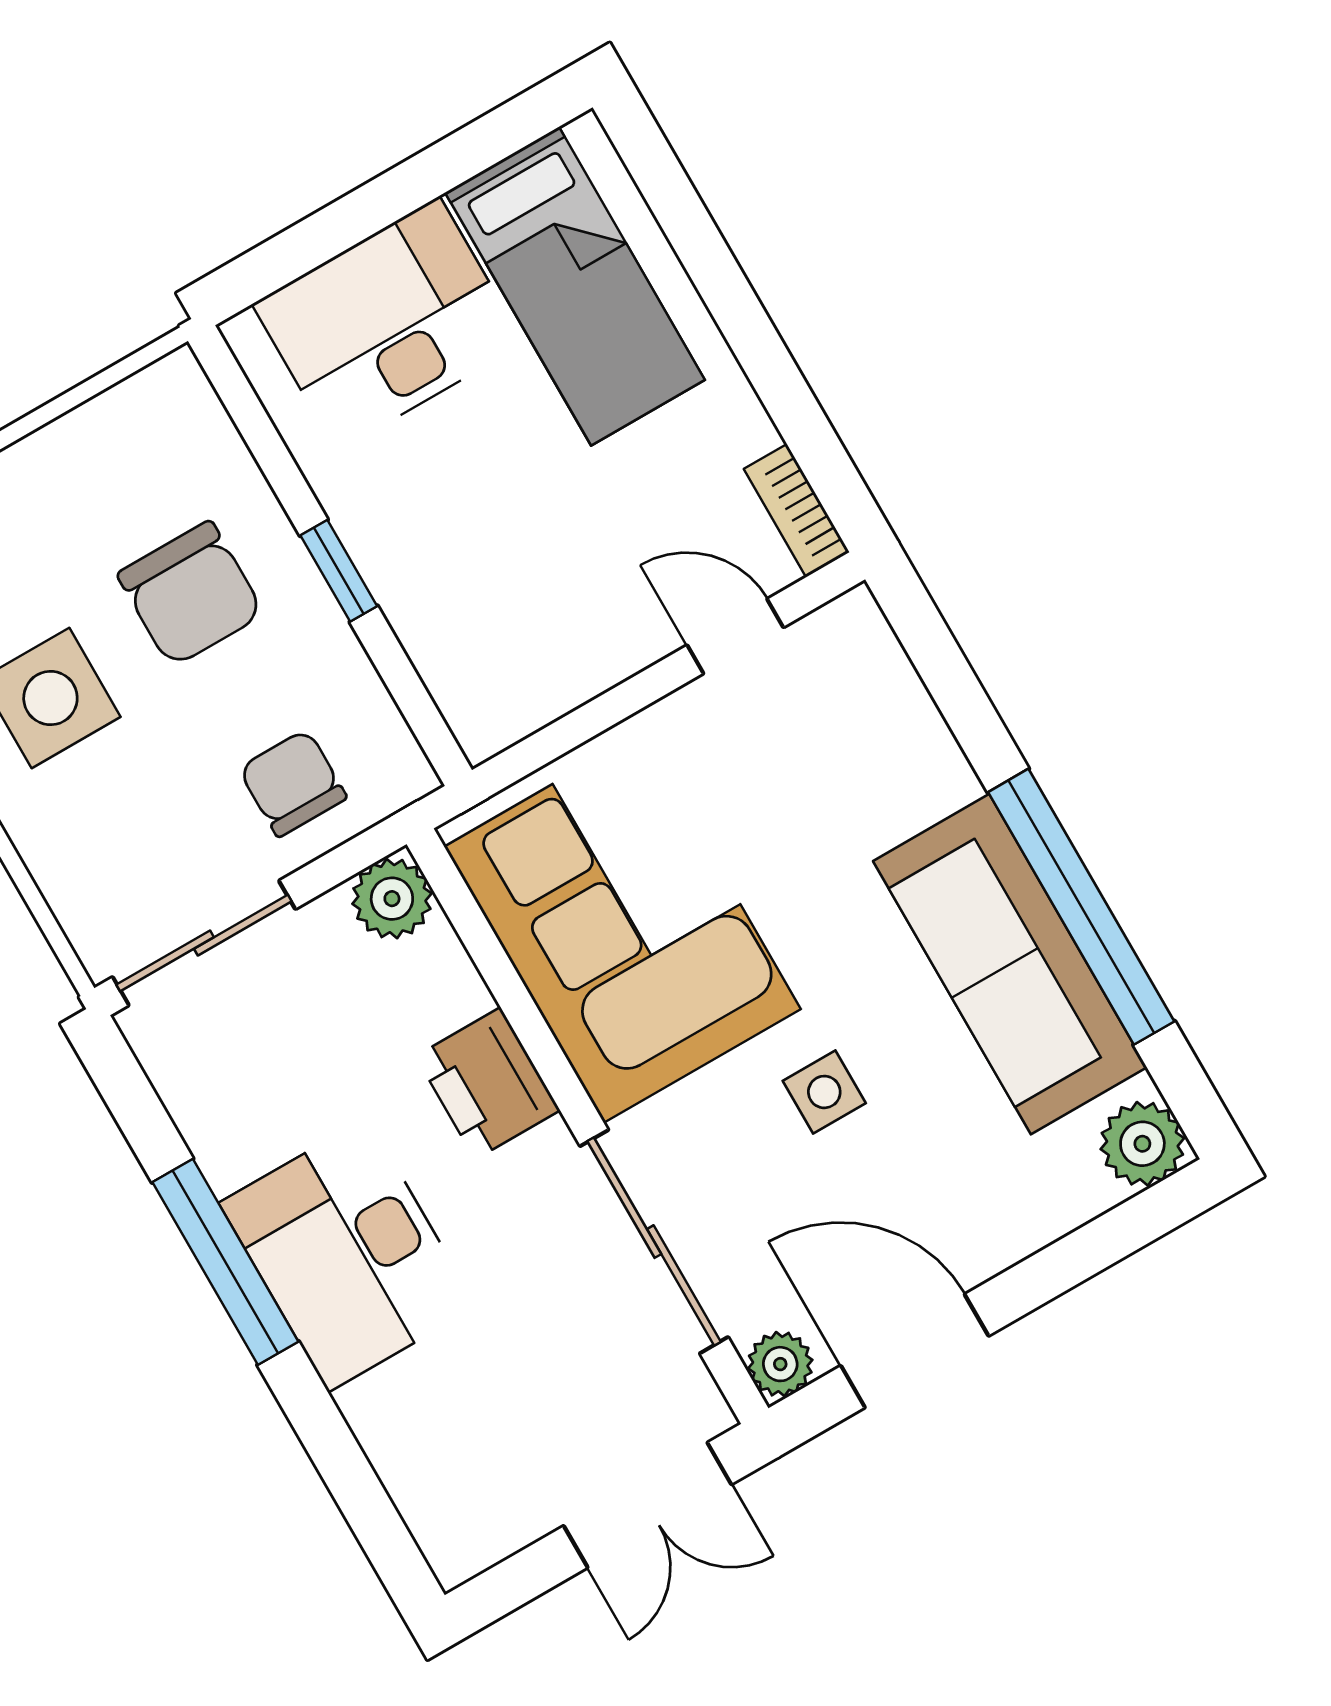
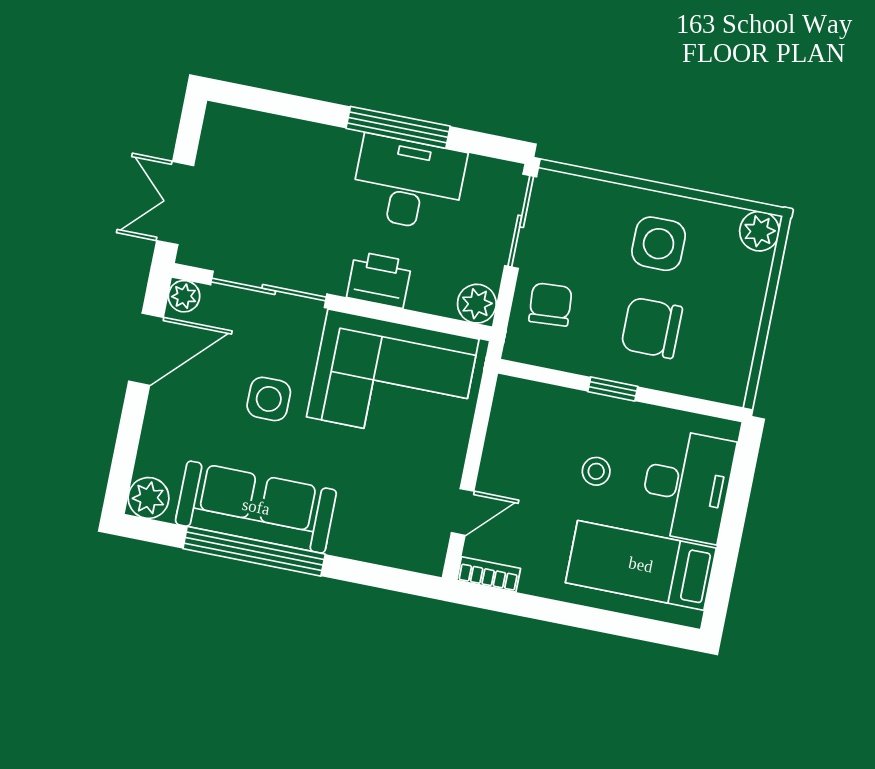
stool: (490, 484) -> (596, 471), added
chair: (293, 783) -> (550, 304), turned -94
side table: (824, 1092) -> (269, 399), width x1.37, depth x1.37
desk: (348, 1255) -> (408, 183), moved

